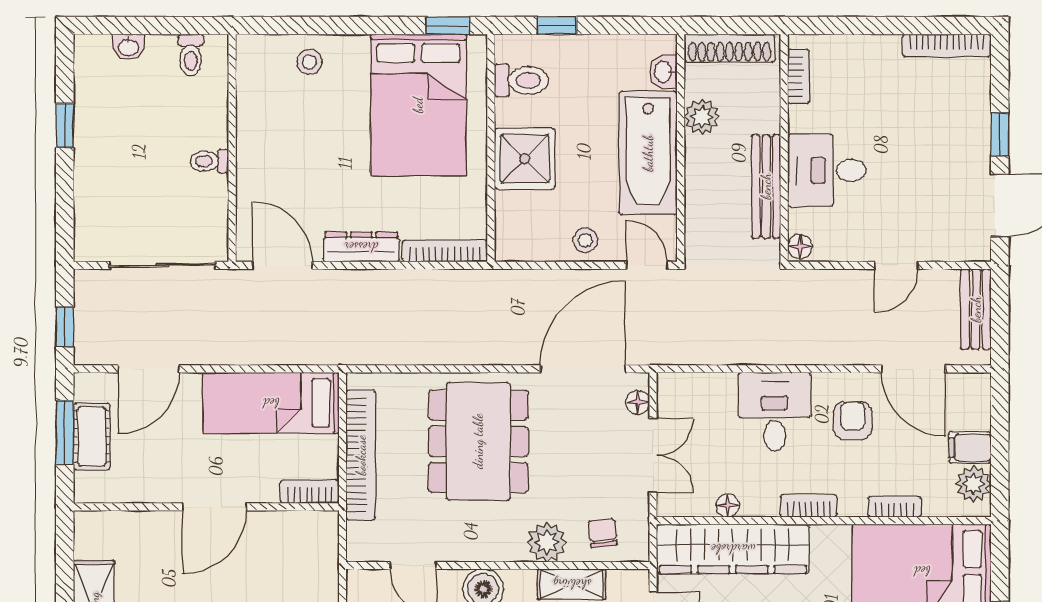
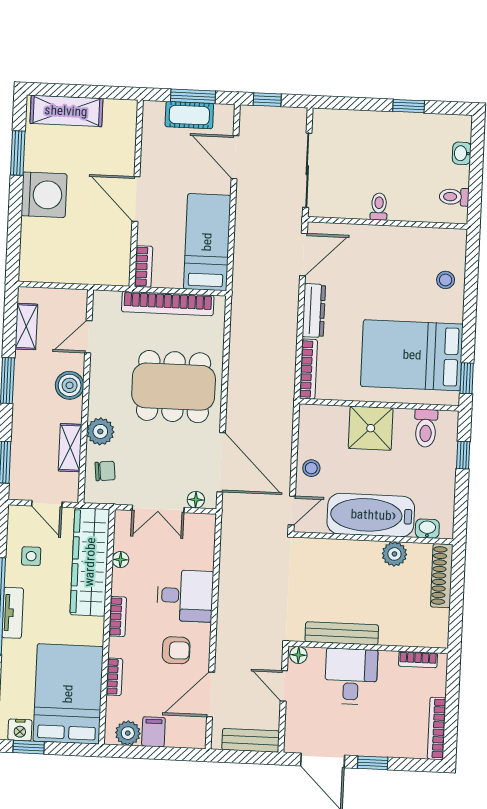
bookcase: (799, 77) -> (418, 660), moved
wall: (784, 148) -> (368, 647), moved
desk: (827, 170) -> (351, 676), moved
bench: (766, 186) -> (342, 633), moved
floor lamp: (800, 247) -> (298, 655), moved

